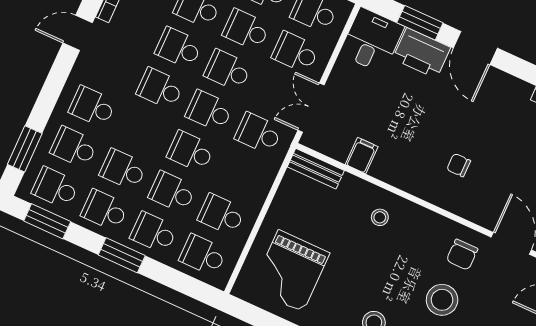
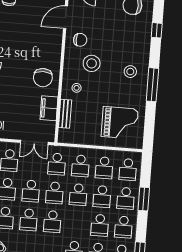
filing cabinet: (362, 156) -> (49, 108), width x2.00
chair: (459, 165) -> (43, 78), moved, width x1.87, depth x1.87
bench: (316, 169) -> (65, 114), moved
school desk: (240, 174) -> (80, 166), added
window: (122, 255) -> (144, 199), moved
stool: (442, 300) -> (92, 63), moved

